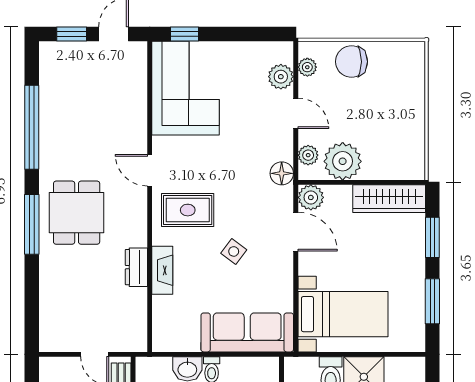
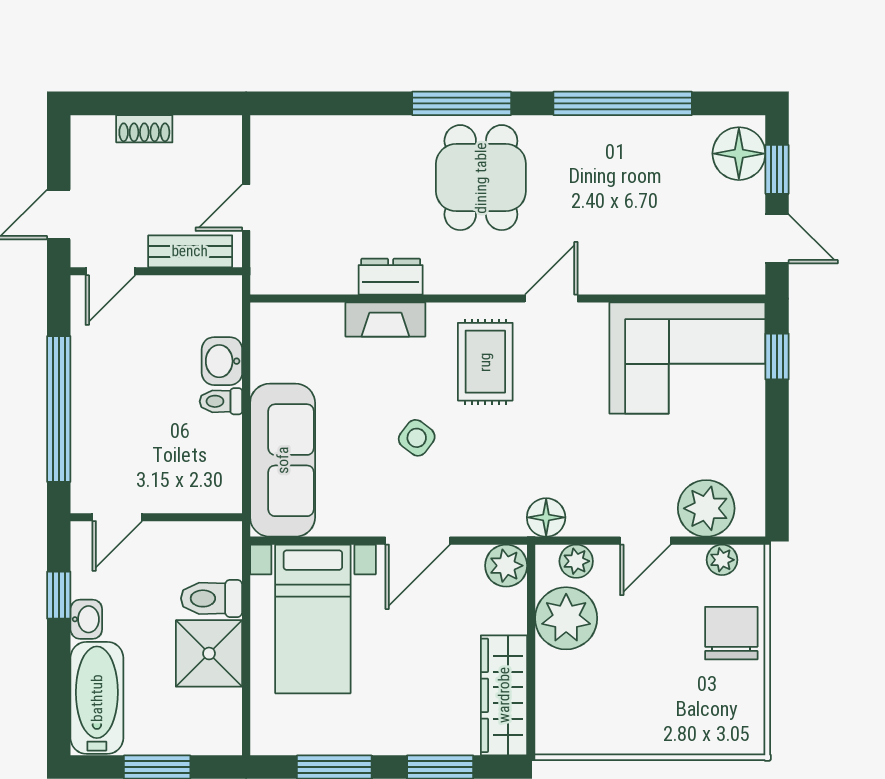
floor lamp: (62, 57) -> (739, 154), added
plant: (281, 77) -> (706, 508), width x1.36, depth x1.36
dining table: (77, 213) -> (481, 178), turned 90
door: (296, 232) -> (418, 541), moved

